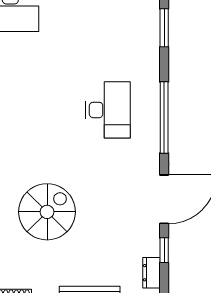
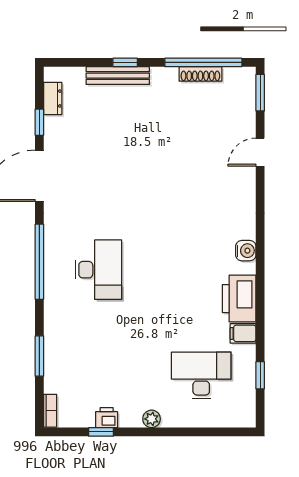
desk: (108, 110) -> (98, 270), turned 180
spiral stairs: (47, 212) -> (163, 163), removed

